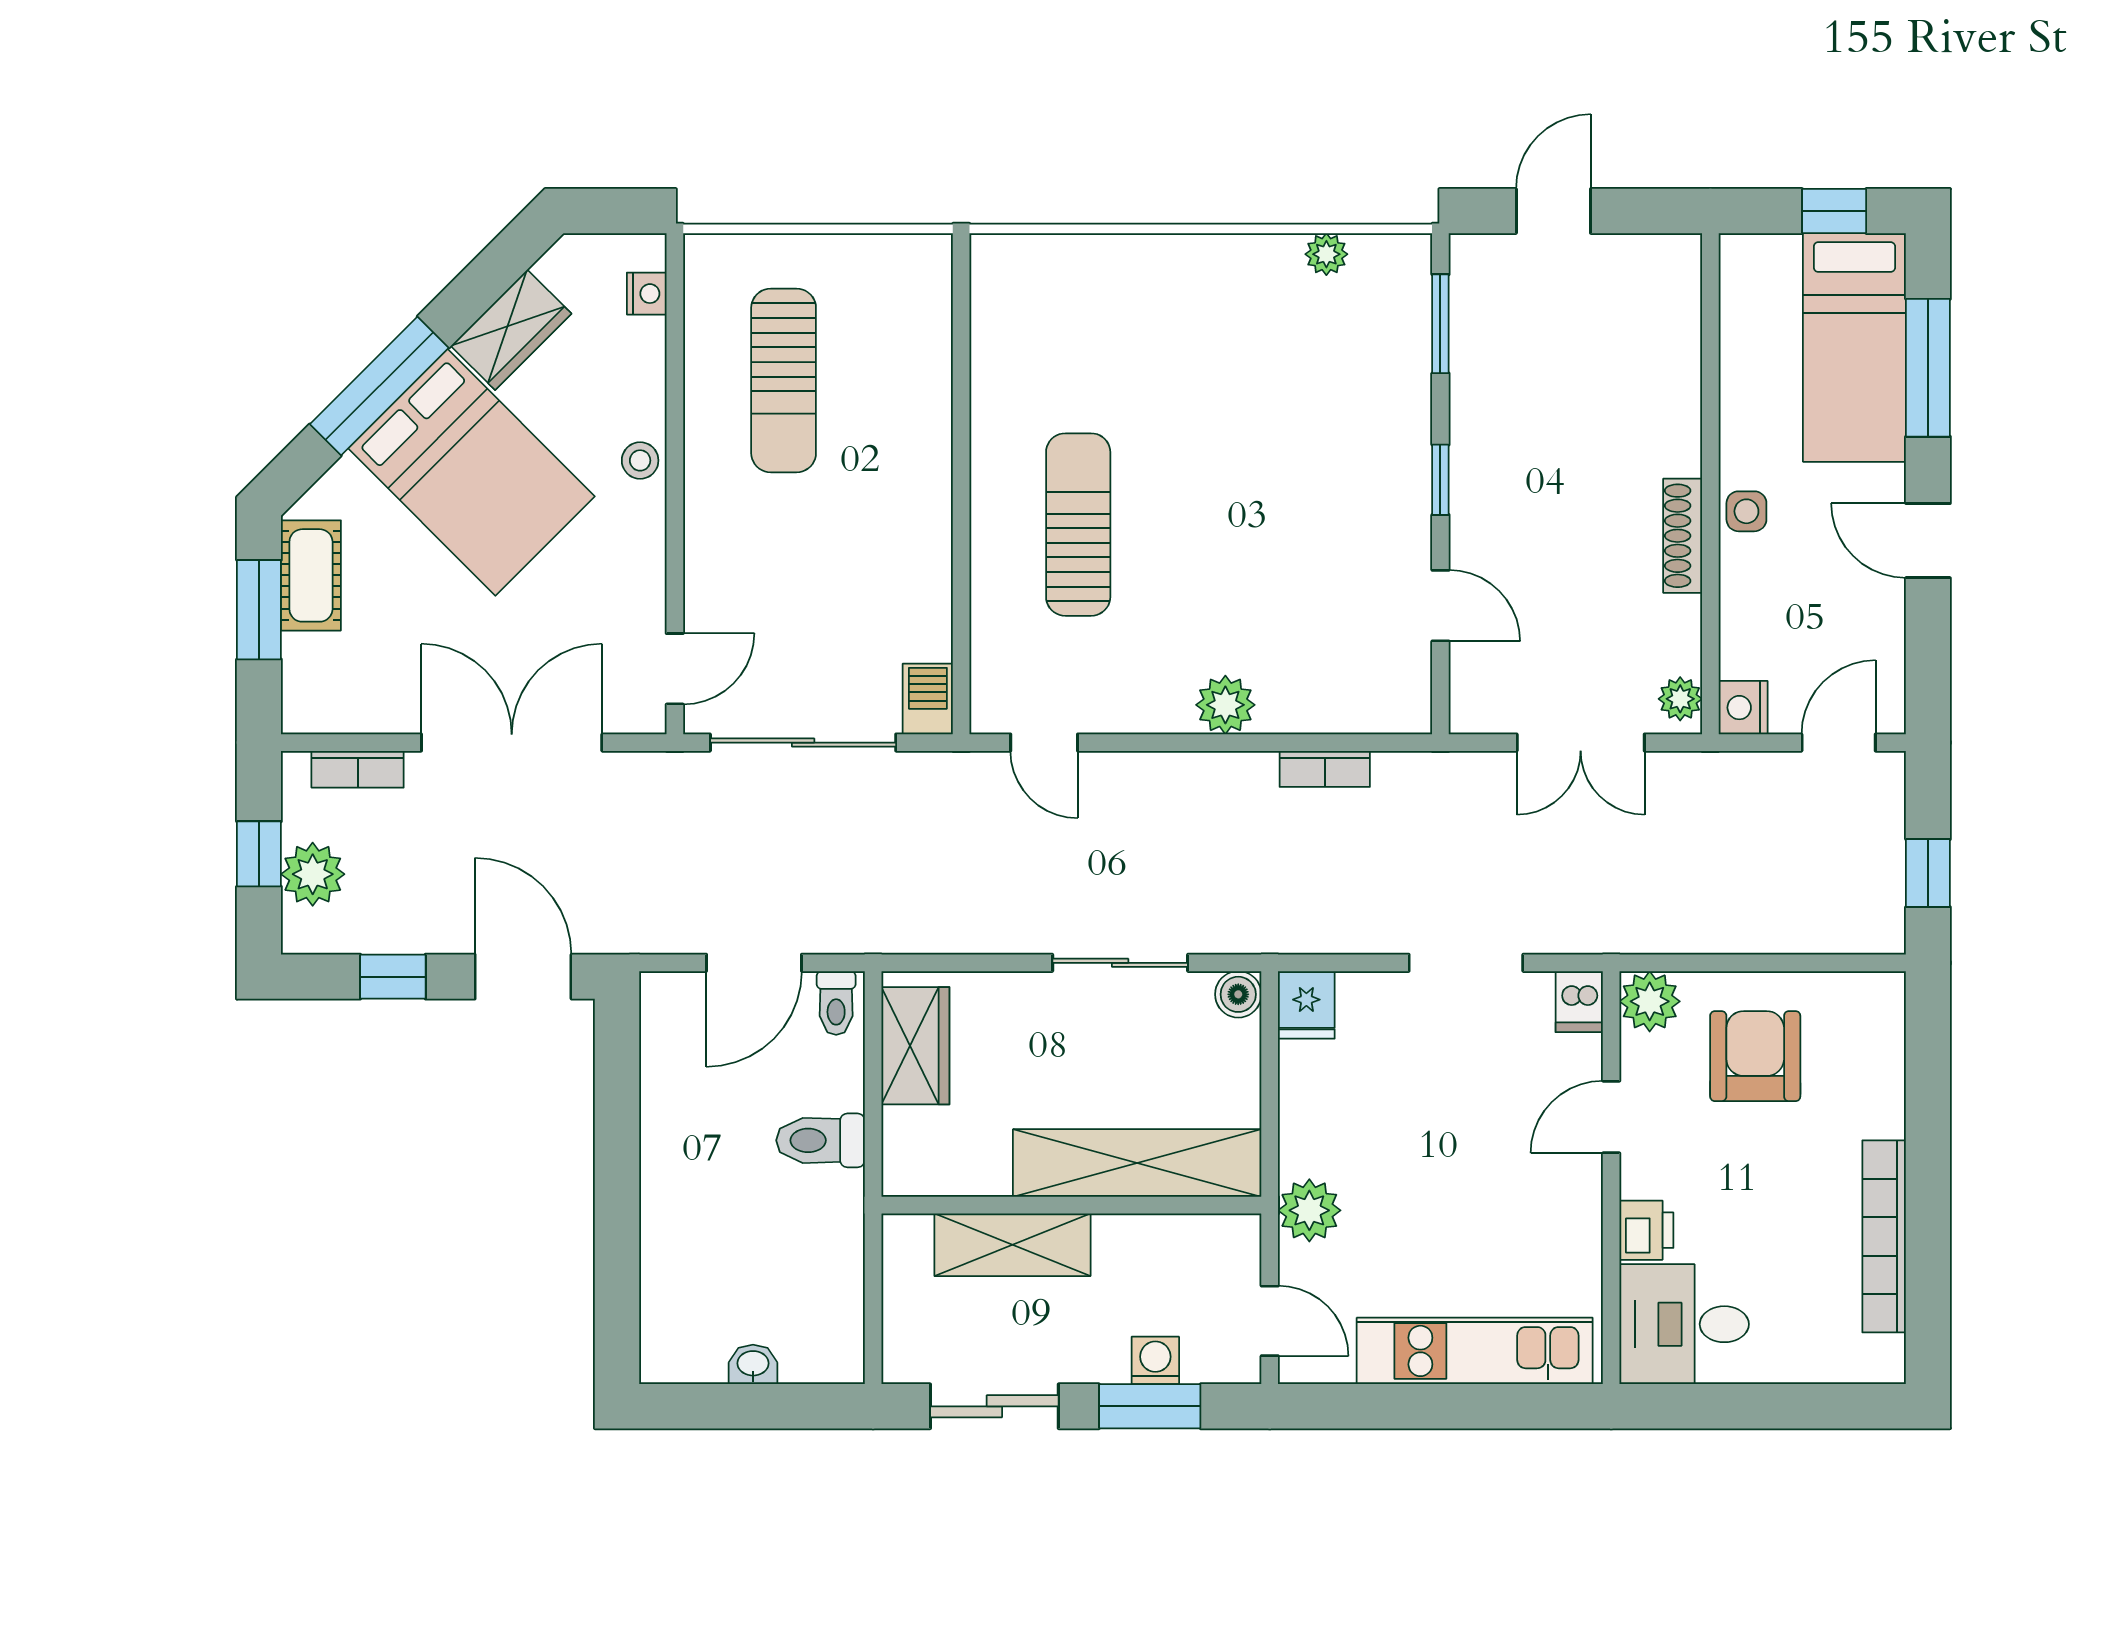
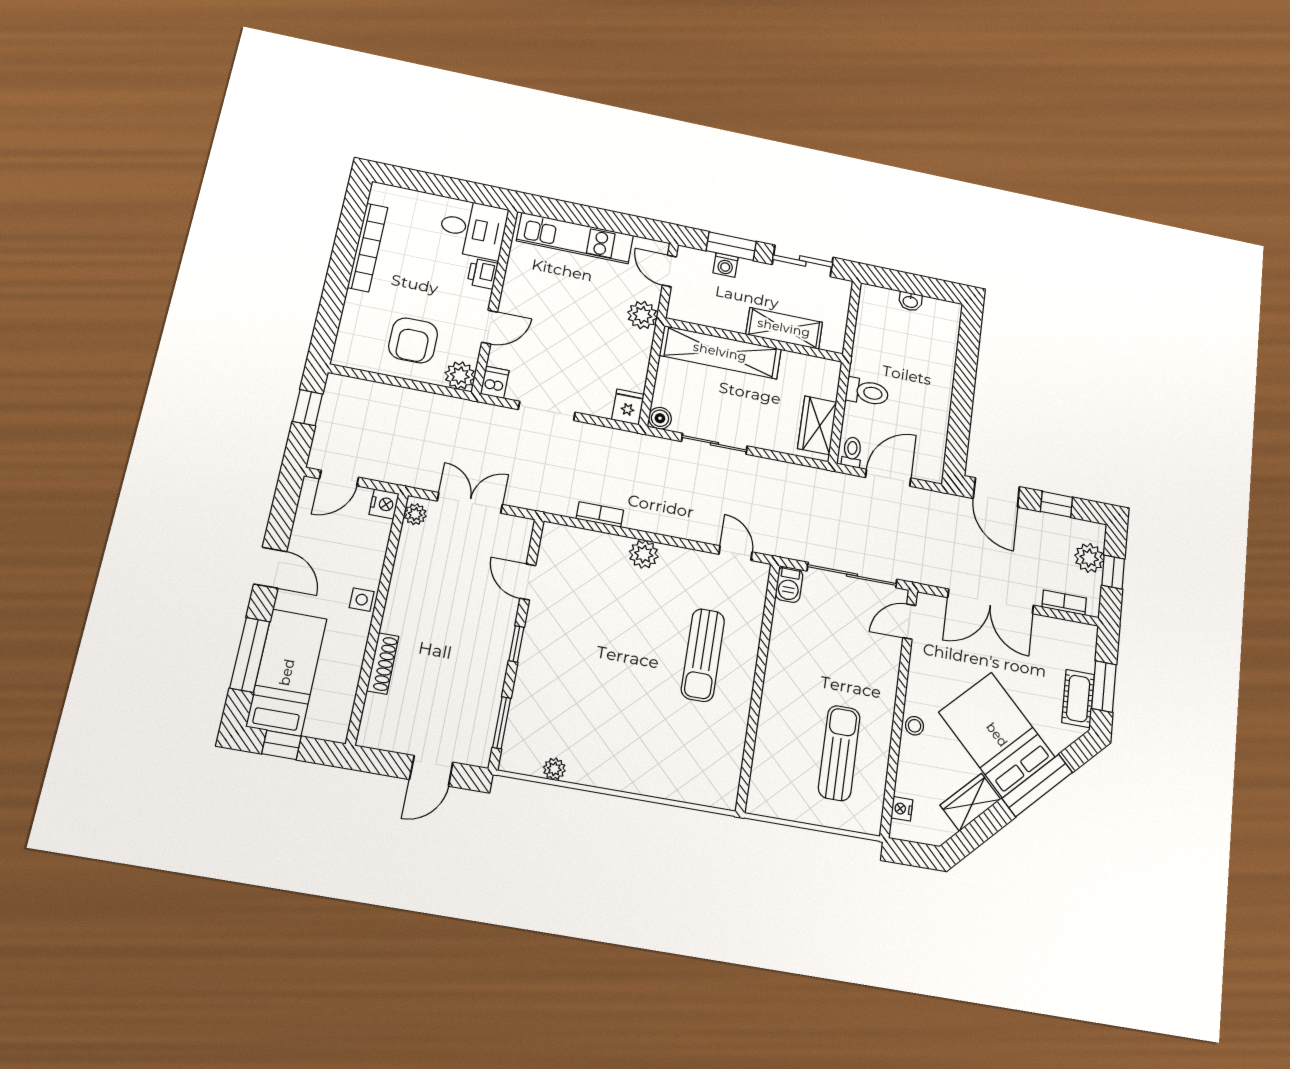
shoe rack: (1683, 536) -> (383, 663), moved

